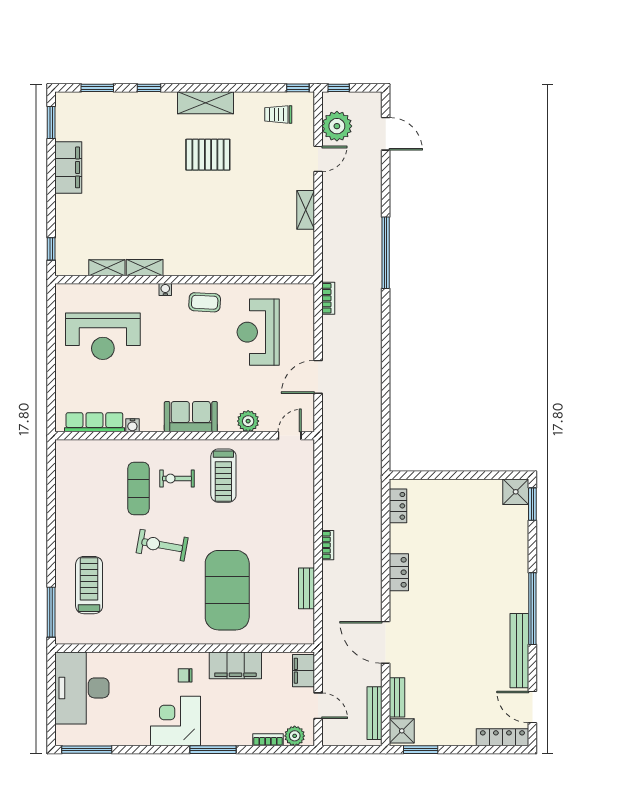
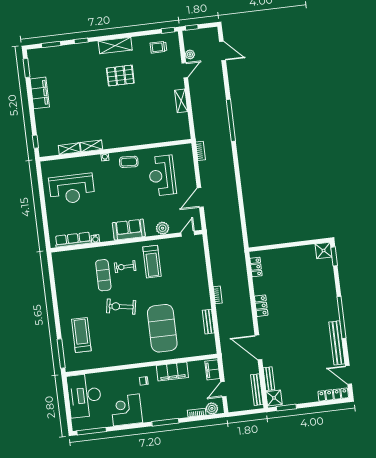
plant: (337, 126) -> (190, 54), width x0.53, depth x0.53
door: (318, 706) -> (223, 389), swing flipped
corner desk: (176, 721) -> (126, 410), moved

